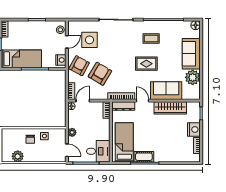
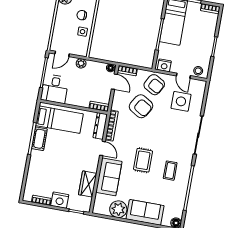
door: (142, 101) -> (102, 148), hinge flipped
wardrobe: (170, 108) -> (88, 184), width x0.67

